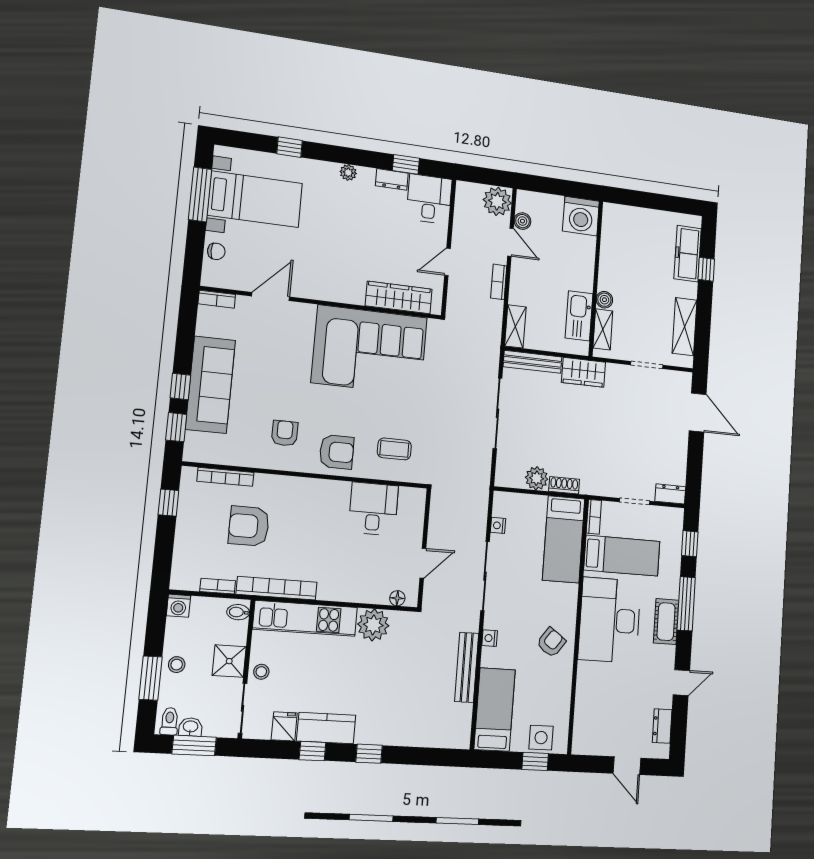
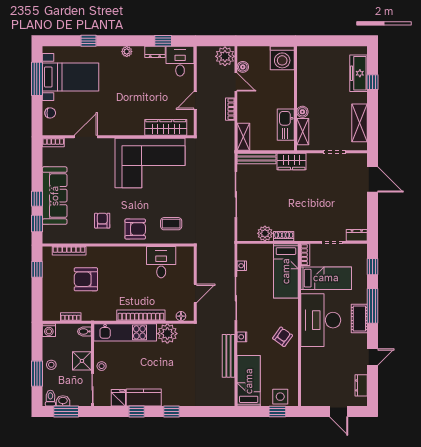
bookcase: (277, 588) -> (141, 315), moved

